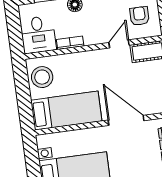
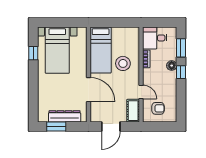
stool: (42, 77) -> (123, 63), moved
door: (126, 120) -> (88, 90), hinge flipped

